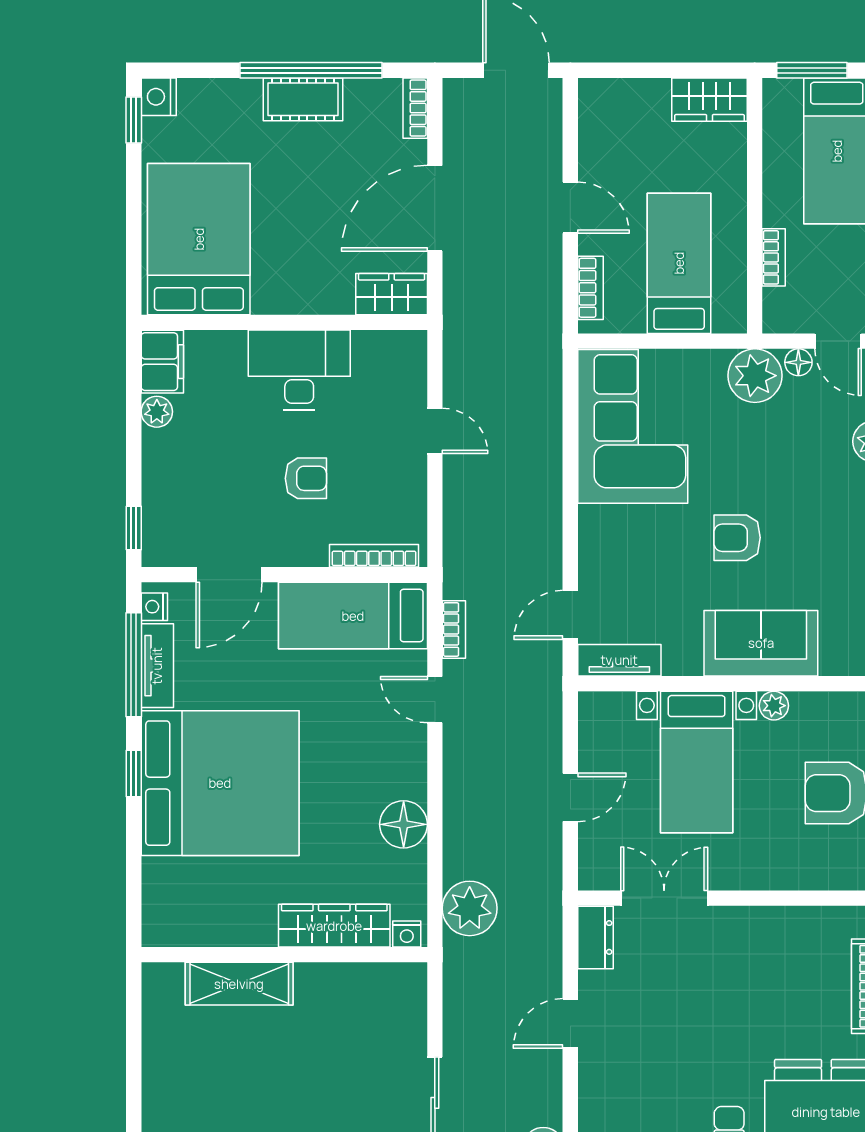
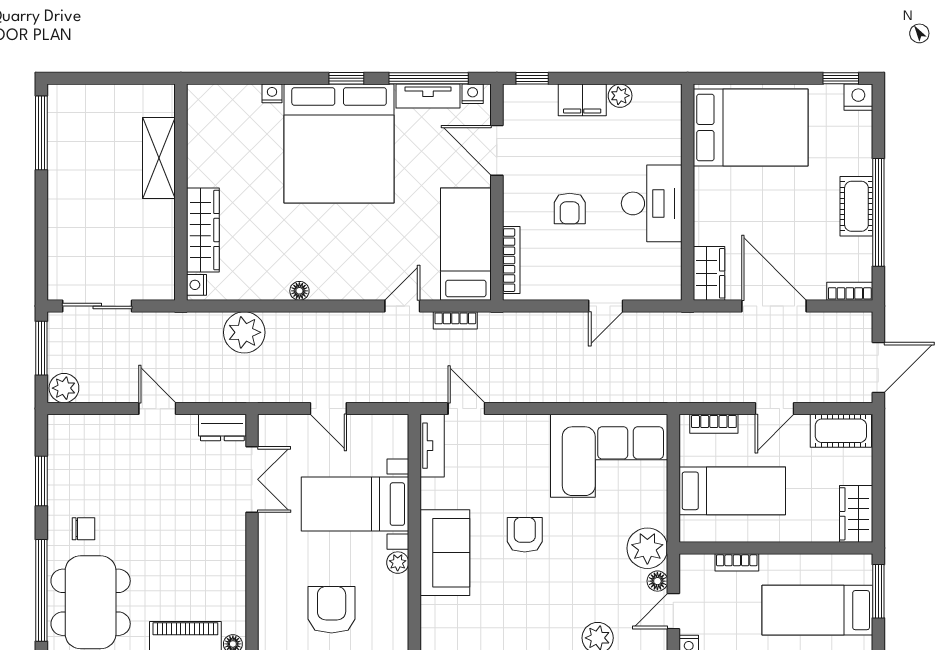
cot: (600, 120) -> (841, 431), added
filing cabinet: (162, 362) -> (582, 100), moved
floor lamp: (404, 824) -> (299, 291), width x0.53, depth x0.53
nightstand: (154, 872) -> (272, 93), added
wardrobe: (334, 926) -> (203, 230), moved
nightstand: (407, 934) -> (196, 285), moved
wall: (284, 955) -> (181, 192), moved
shelving: (239, 984) -> (159, 158), moved

